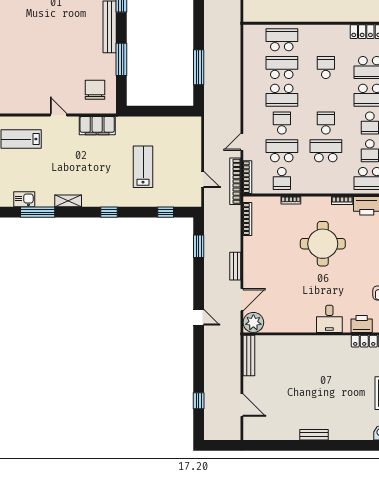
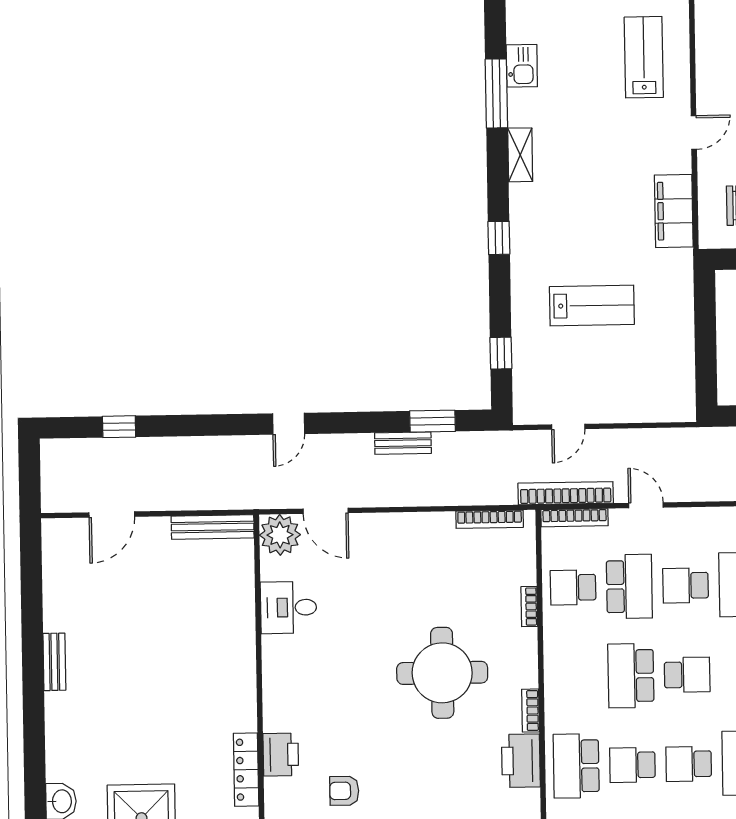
school desk: (282, 123) -> (686, 585), turned 180
school desk: (326, 151) -> (631, 676), turned 180
bench: (235, 266) -> (403, 443), moved
desk: (329, 319) -> (289, 607), moved

